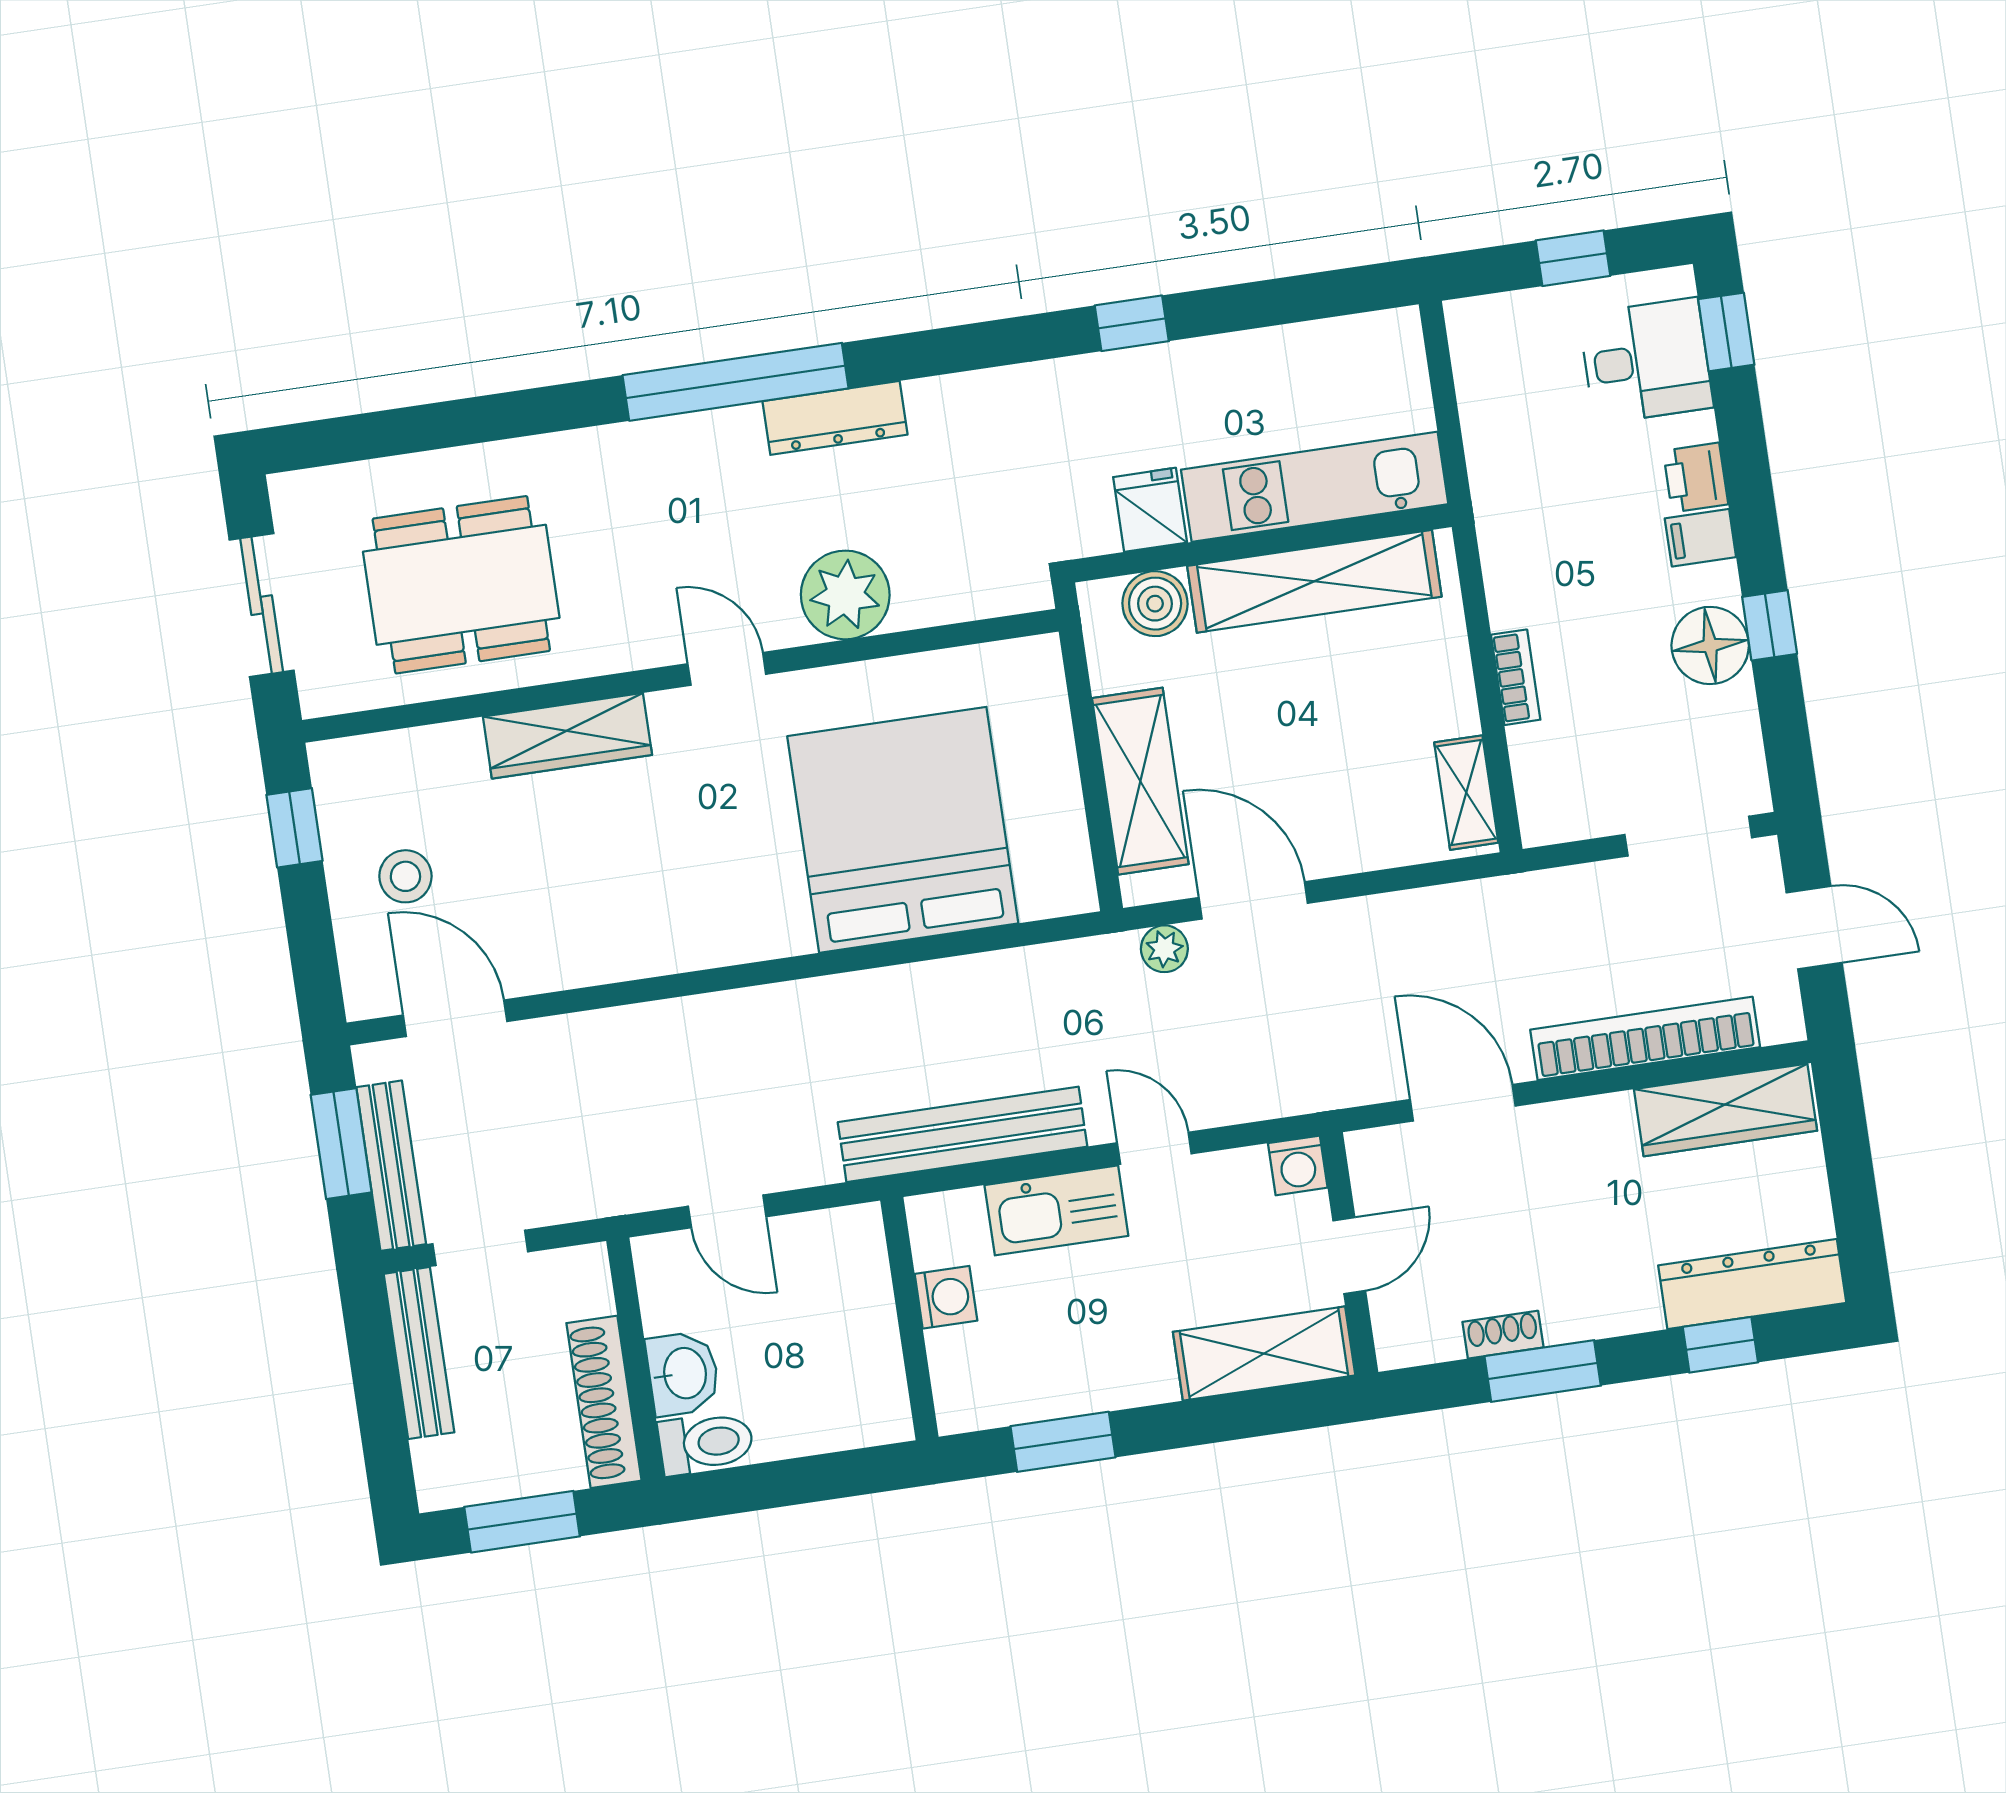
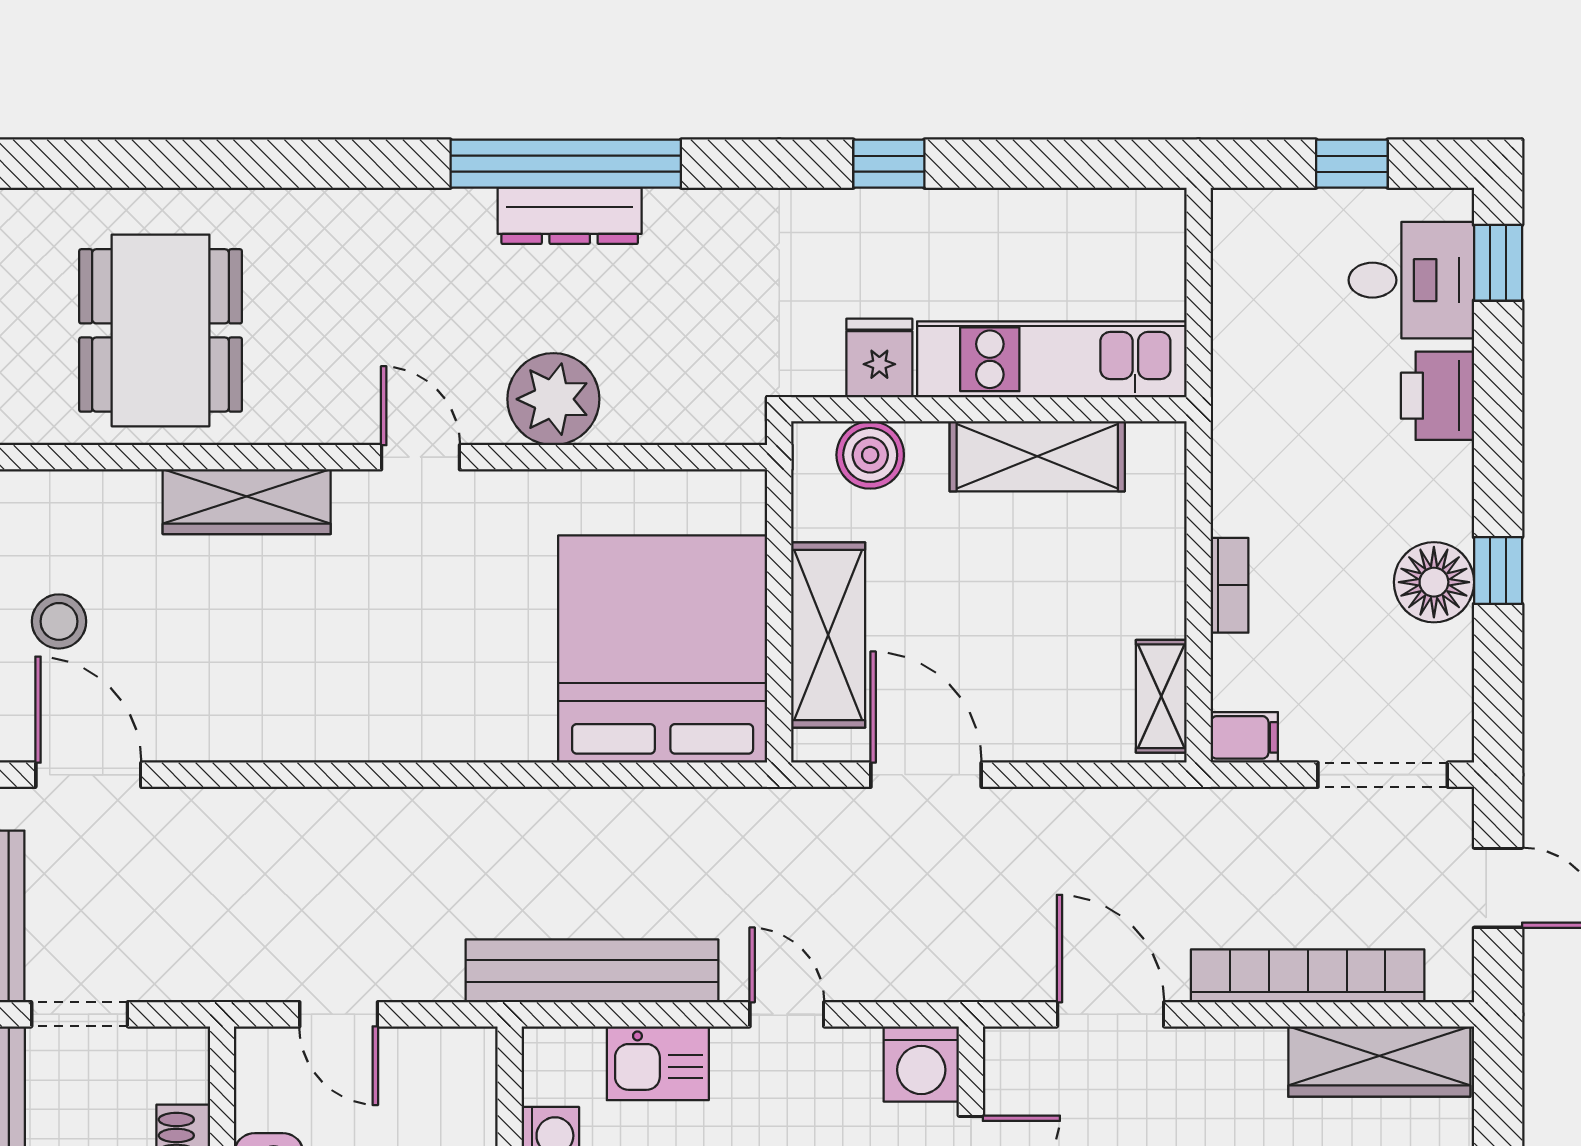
window: (736, 382) -> (566, 164), moved
printer: (1696, 478) -> (1438, 396), width x1.36, depth x1.24
filing cabinet: (1700, 538) -> (1244, 737), moved, turned 180
shelving: (1314, 581) -> (1037, 456), width x0.68
dining table: (461, 585) -> (161, 330), turned 90
bed: (903, 830) -> (663, 649), moved
plant: (1164, 949) -> (827, 811), removed
washing machine: (1298, 1165) -> (921, 1064), width x1.38, depth x1.38
kitchen sink: (1056, 1210) -> (658, 1063), width x0.73

